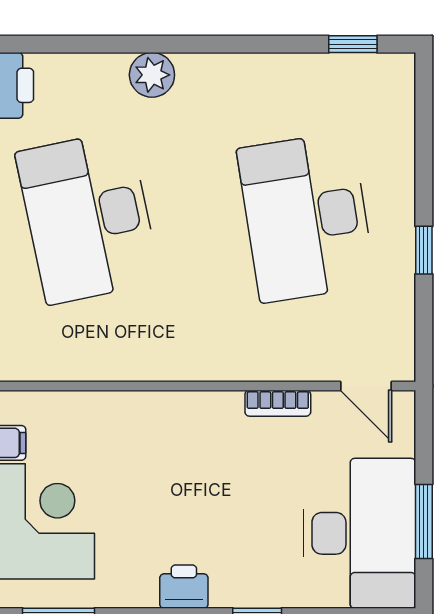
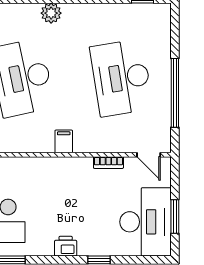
window: (424, 250) -> (175, 93), width x3.17
filing cabinet: (180, 357) -> (64, 141), added

